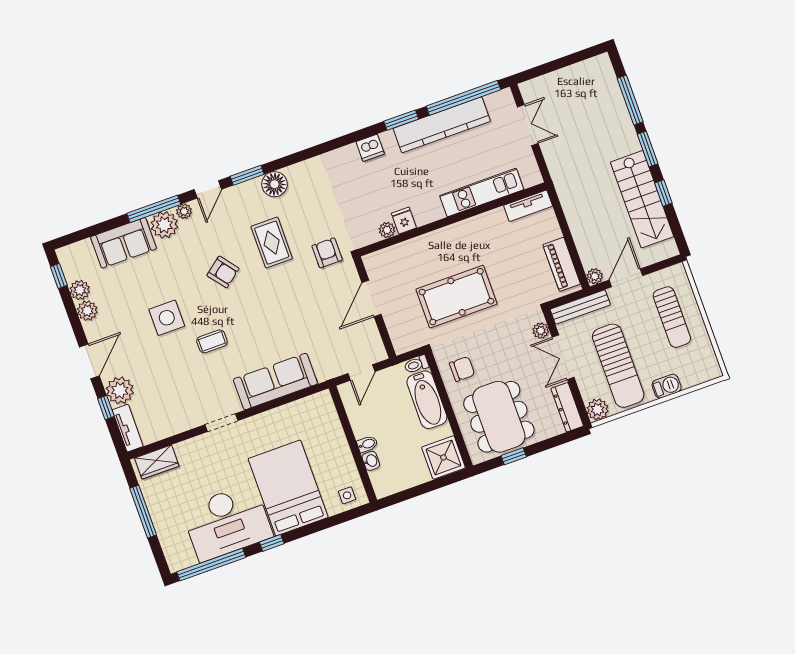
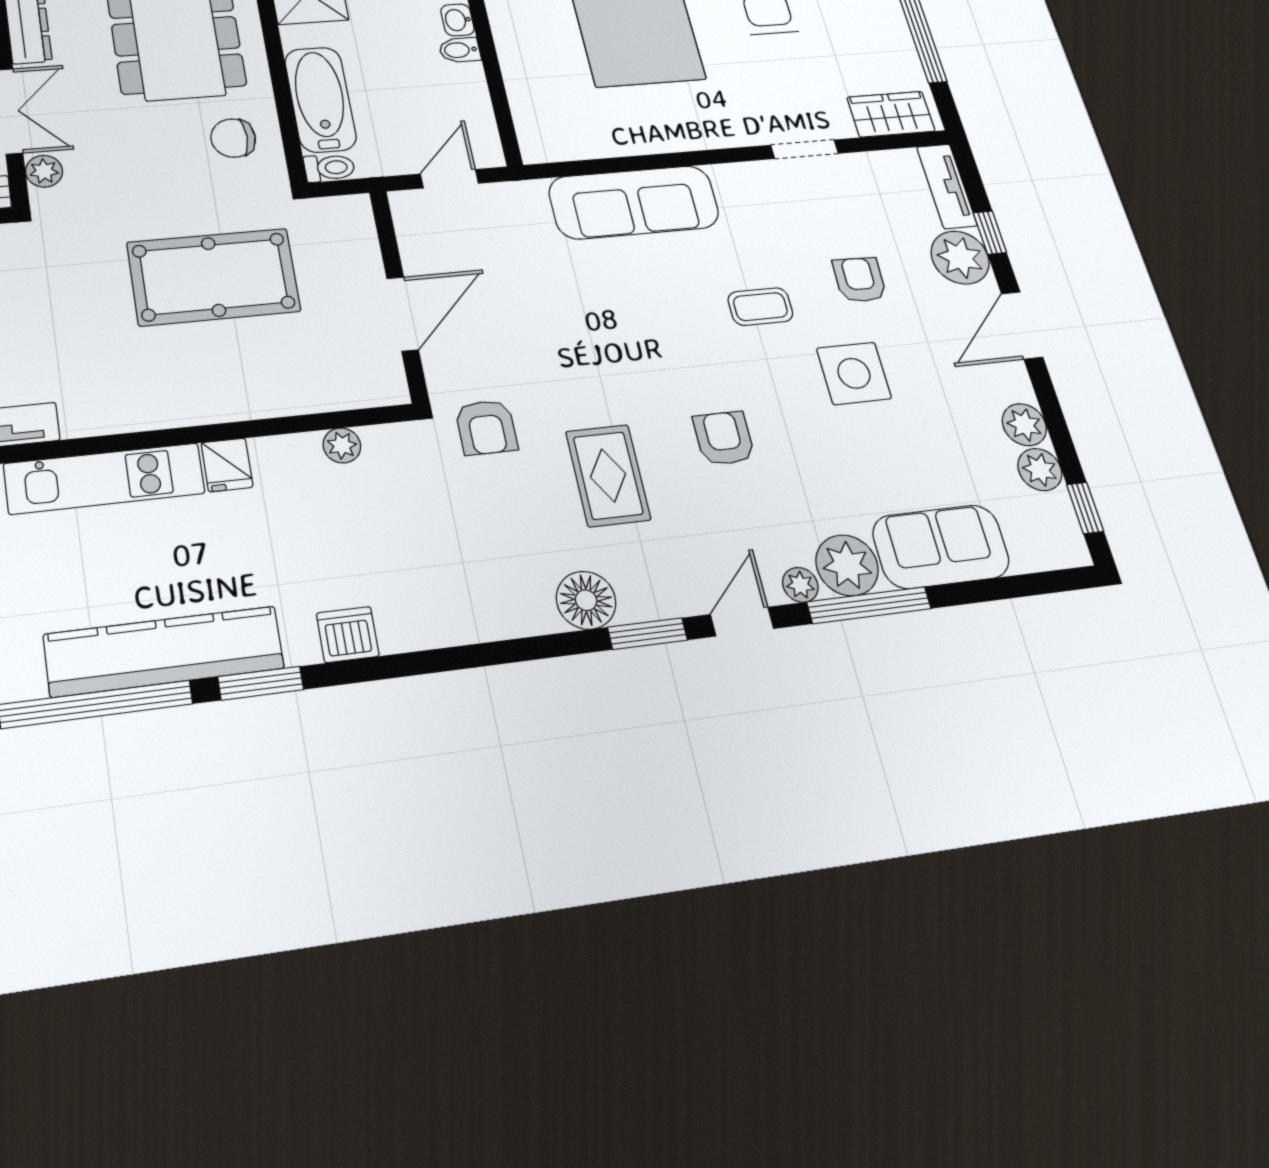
fridge: (404, 221) -> (227, 465), moved
armchair: (223, 272) -> (724, 438), turned 38
armchair: (167, 367) -> (859, 280), added
doorway: (221, 423) -> (804, 149), moved

